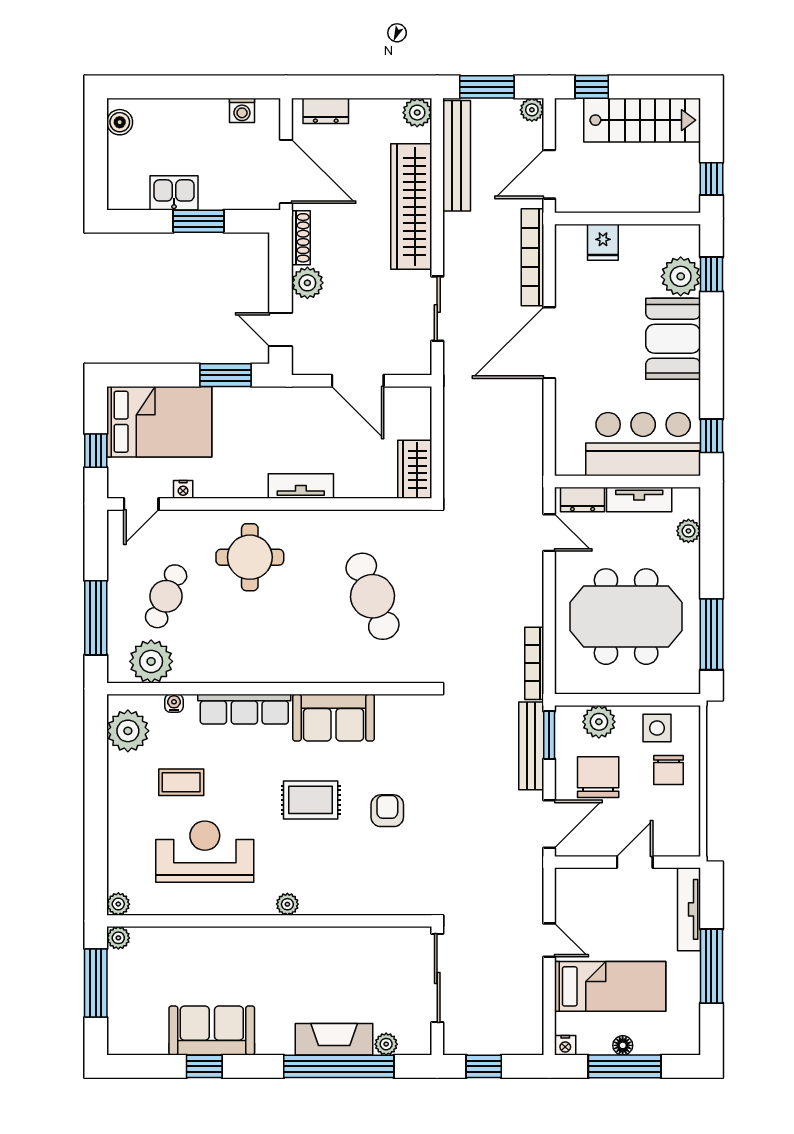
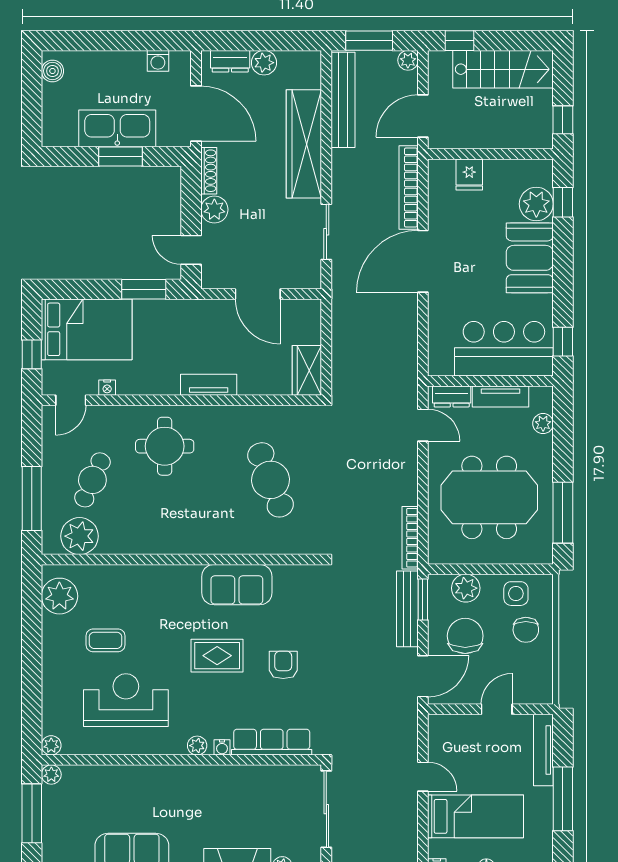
plant: (417, 113) -> (264, 63), moved
kitchen sink: (174, 193) -> (117, 128), width x1.87, depth x1.24
water cooler: (174, 703) -> (222, 747), moved, turned 180
row of seats: (244, 709) -> (272, 742), moved, turned 180

